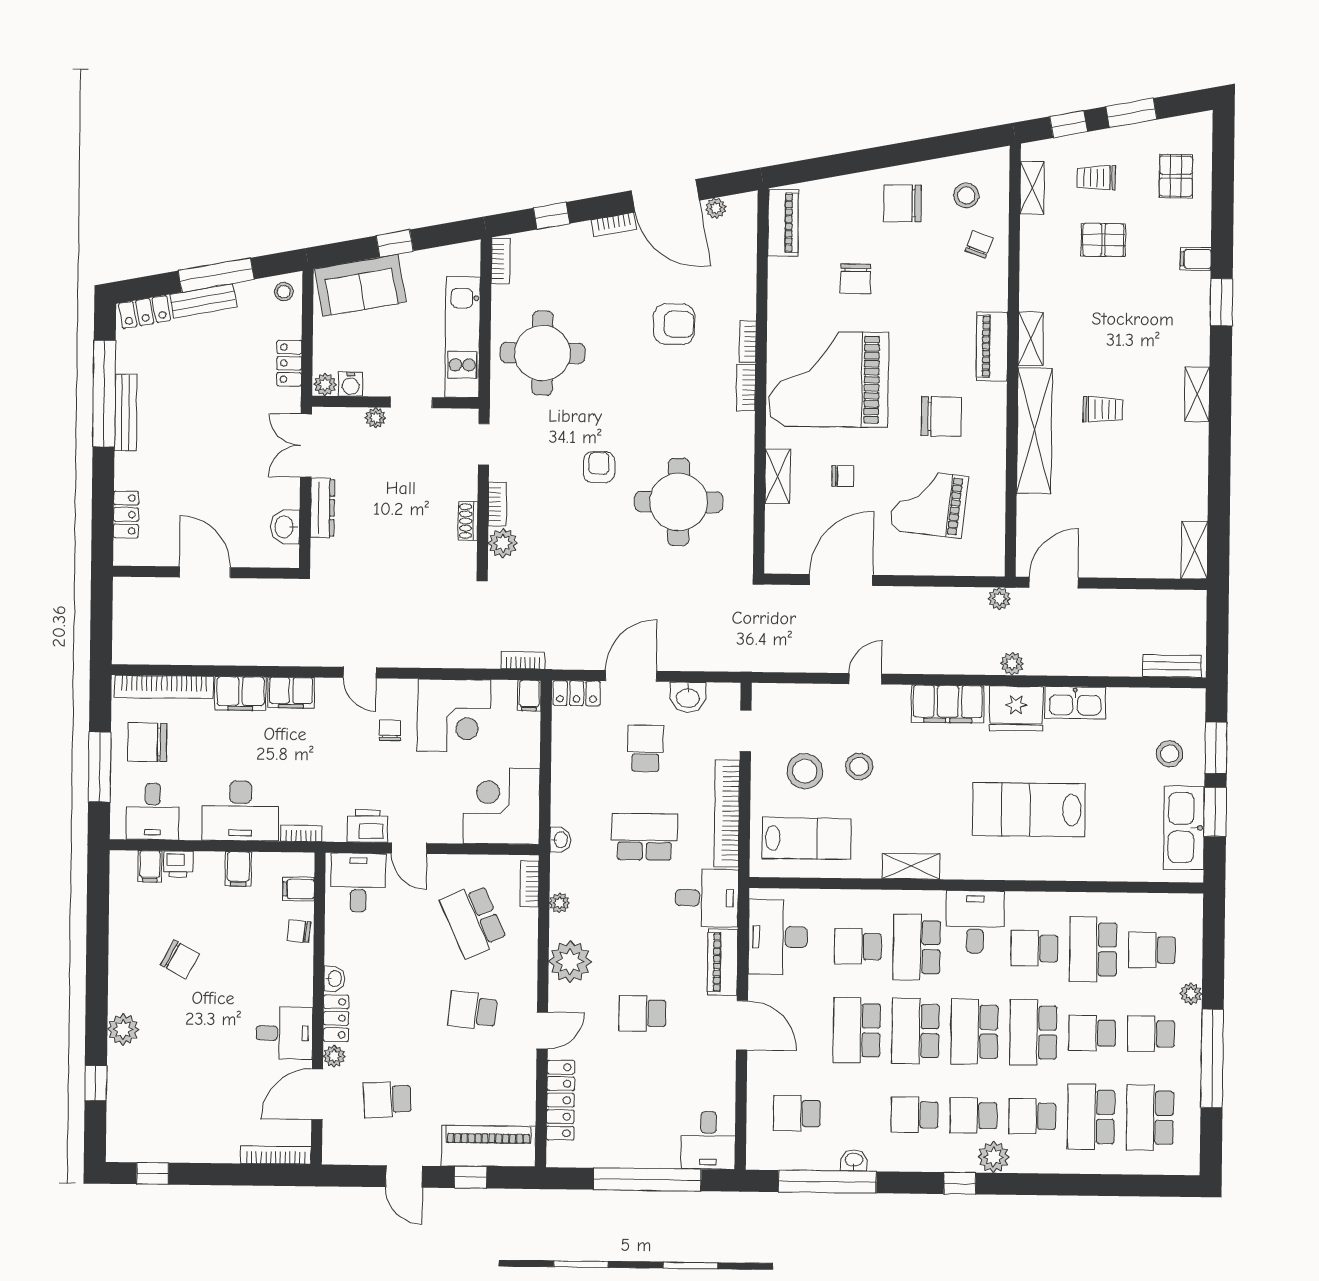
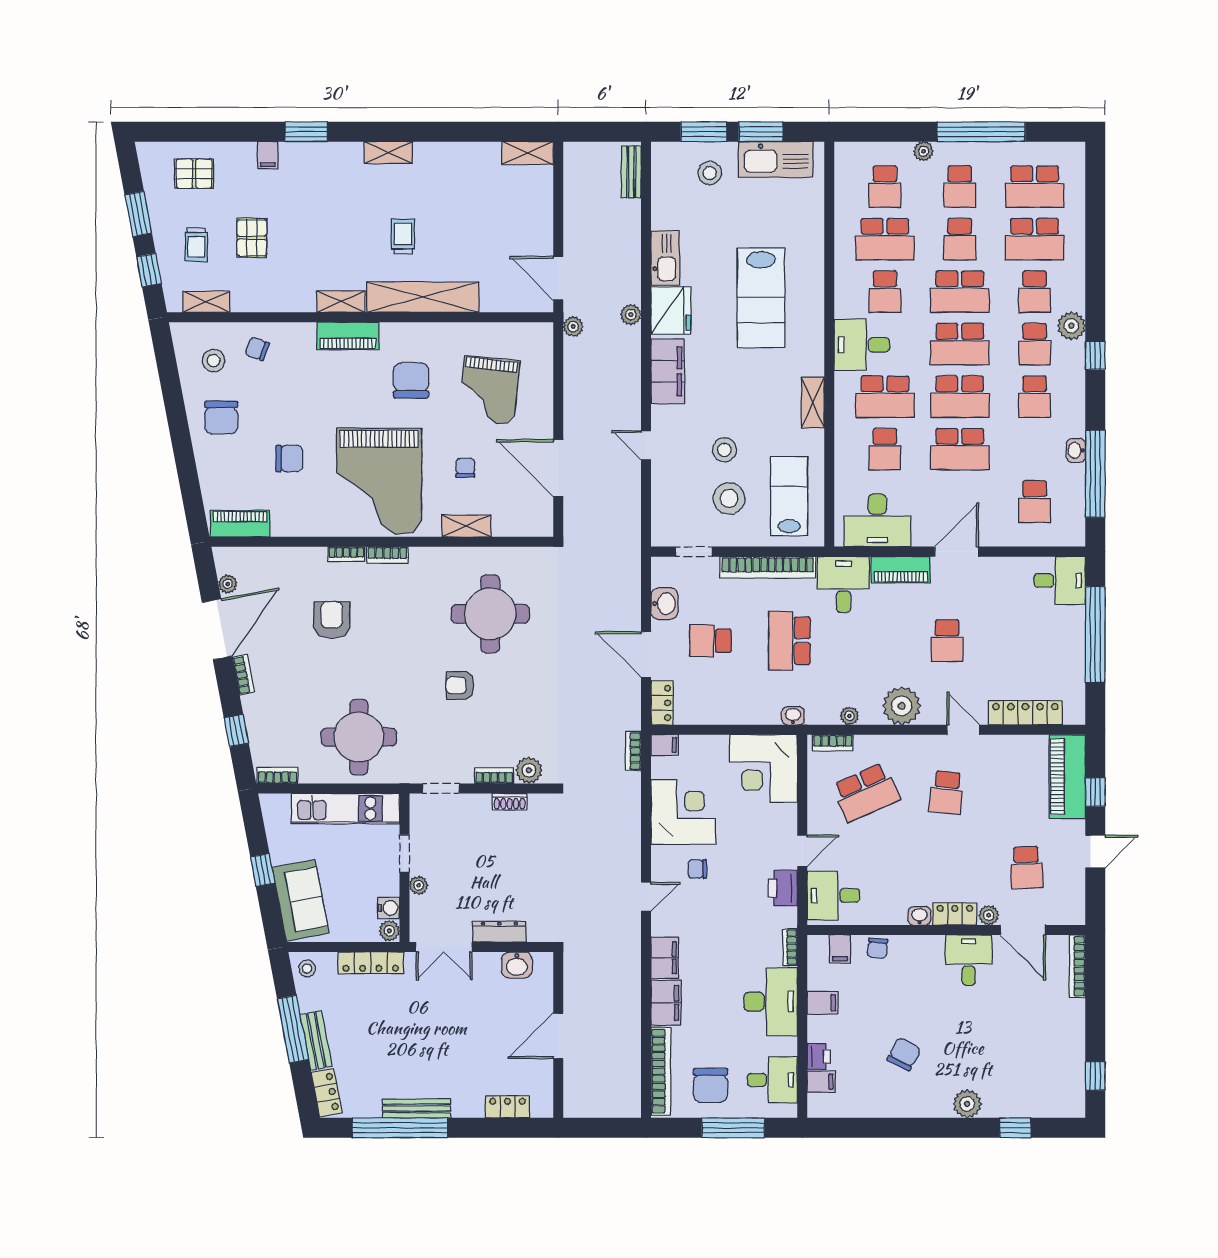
locker: (289, 363) -> (371, 963), width x1.53

